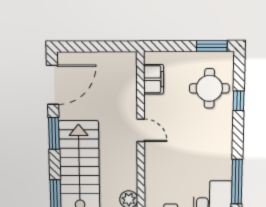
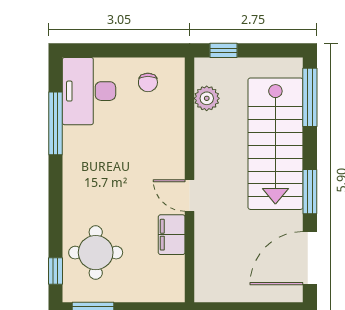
filing cabinet: (154, 79) -> (172, 235), moved
window: (239, 101) -> (56, 271), moved

